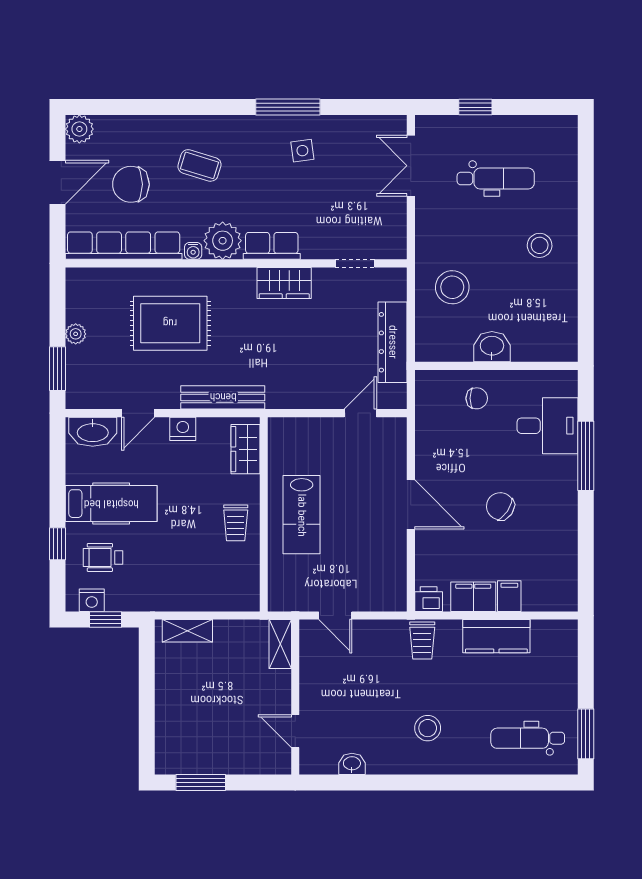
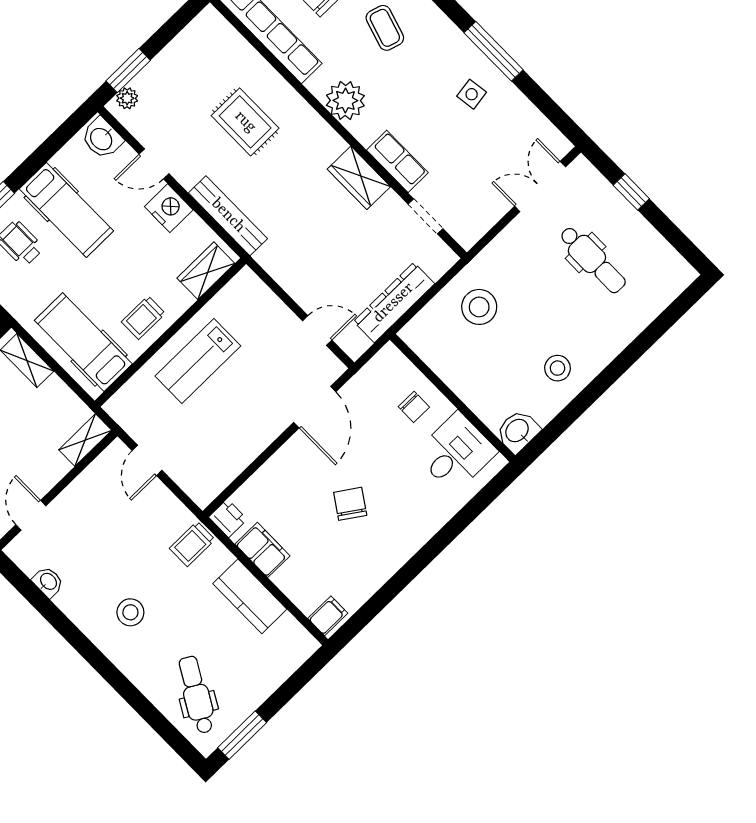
stool: (540, 245) -> (558, 368), moved
row of seats: (272, 246) -> (397, 161), moved
water cooler: (193, 251) -> (316, 86), removed
rug: (170, 323) -> (245, 122), width x0.73, depth x0.70
plant: (76, 334) -> (127, 98), moved
washbasin: (492, 347) -> (518, 431), moved, turned -90
desk: (547, 426) -> (456, 453), moved, turned -90
nightstand: (183, 429) -> (169, 208), width x1.36, depth x1.33
washbasin: (93, 432) -> (102, 138), width x0.72
window: (586, 456) -> (451, 531), removed
door: (411, 505) -> (315, 407), moved
hospital bed: (212, 580) -> (83, 342), added
filing cabinet: (509, 596) -> (328, 616), moved
dental chair: (528, 738) -> (196, 695), turned 30

